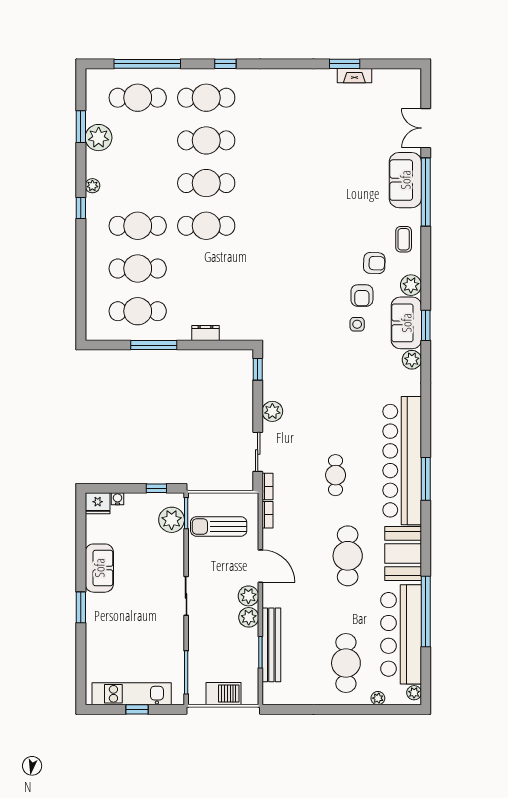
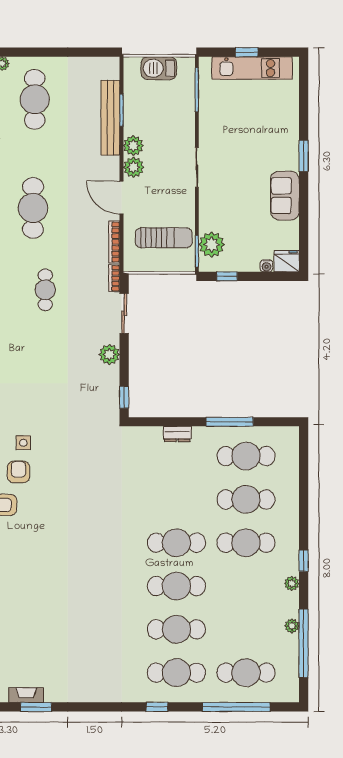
window: (81, 127) -> (304, 643), width x2.11
plant: (99, 138) -> (292, 626), width x0.53, depth x0.53
bookcase: (267, 515) -> (114, 242), width x1.56

